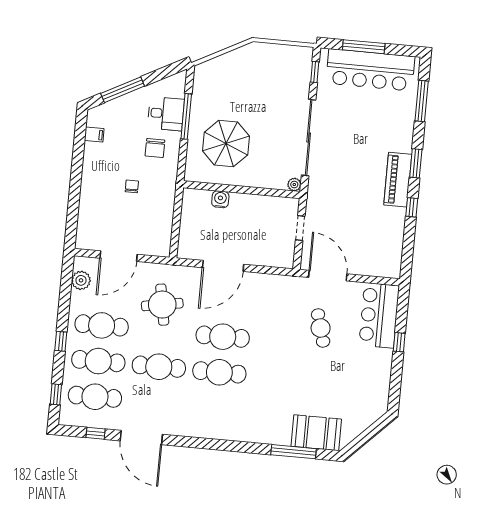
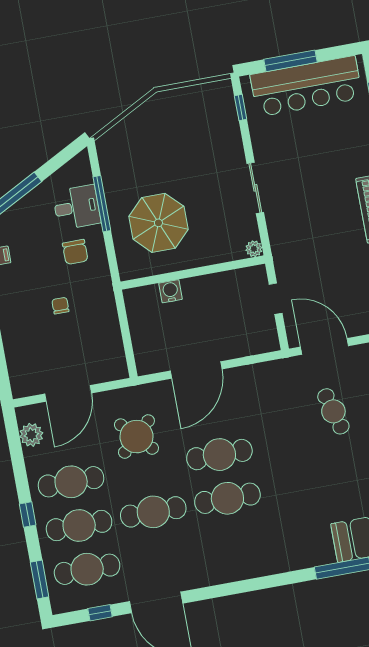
sliding door: (309, 138) -> (255, 188), width x0.54
round table: (162, 305) -> (136, 437), turned -33
window: (56, 394) -> (40, 580), width x1.50

